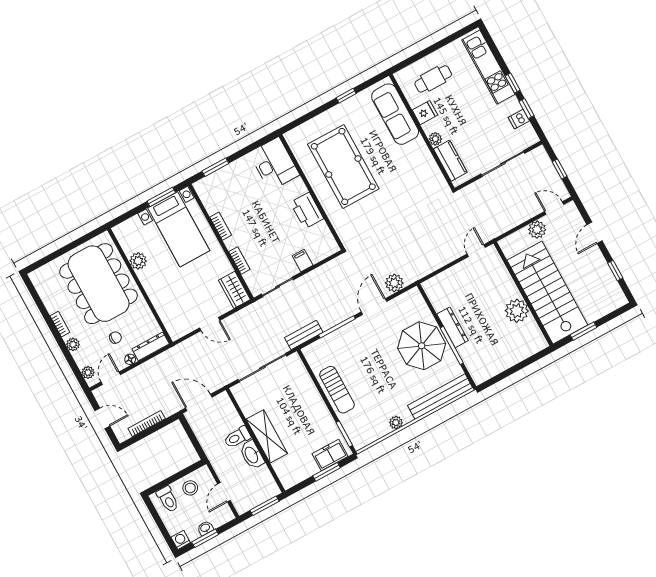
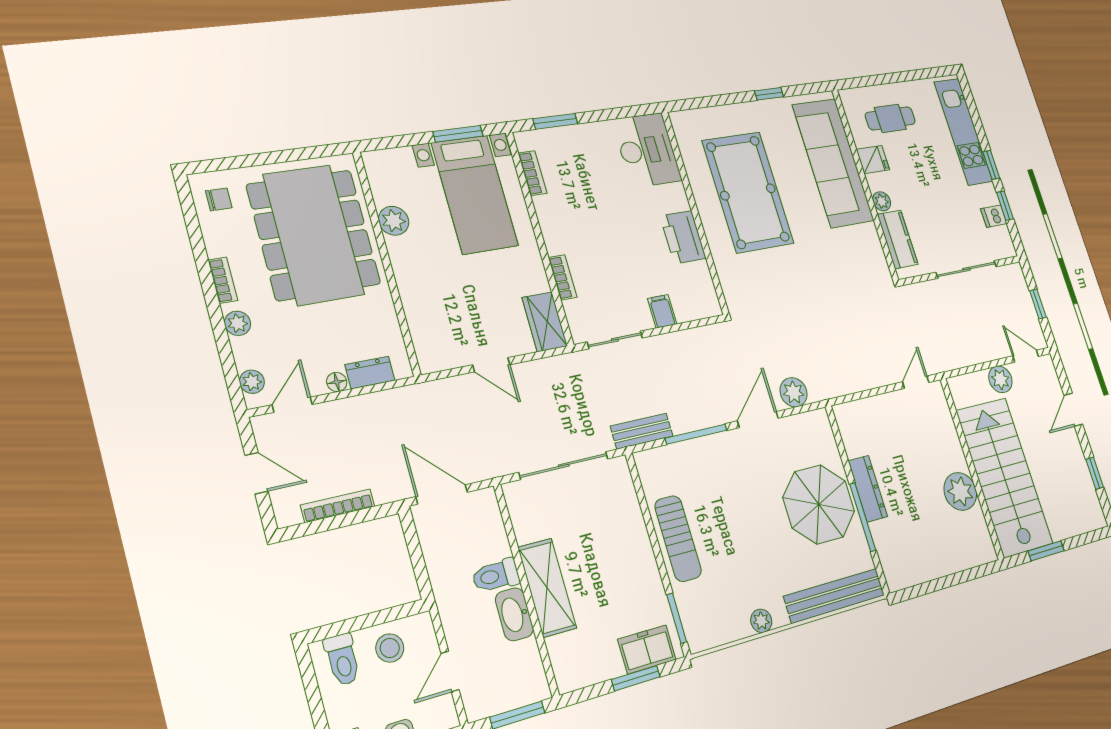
sofa: (395, 114) -> (833, 163), width x1.36, depth x1.27
bookcase: (221, 226) -> (533, 173), moved
chair: (115, 338) -> (219, 199), moved
dresser: (151, 346) -> (370, 373), width x0.70

